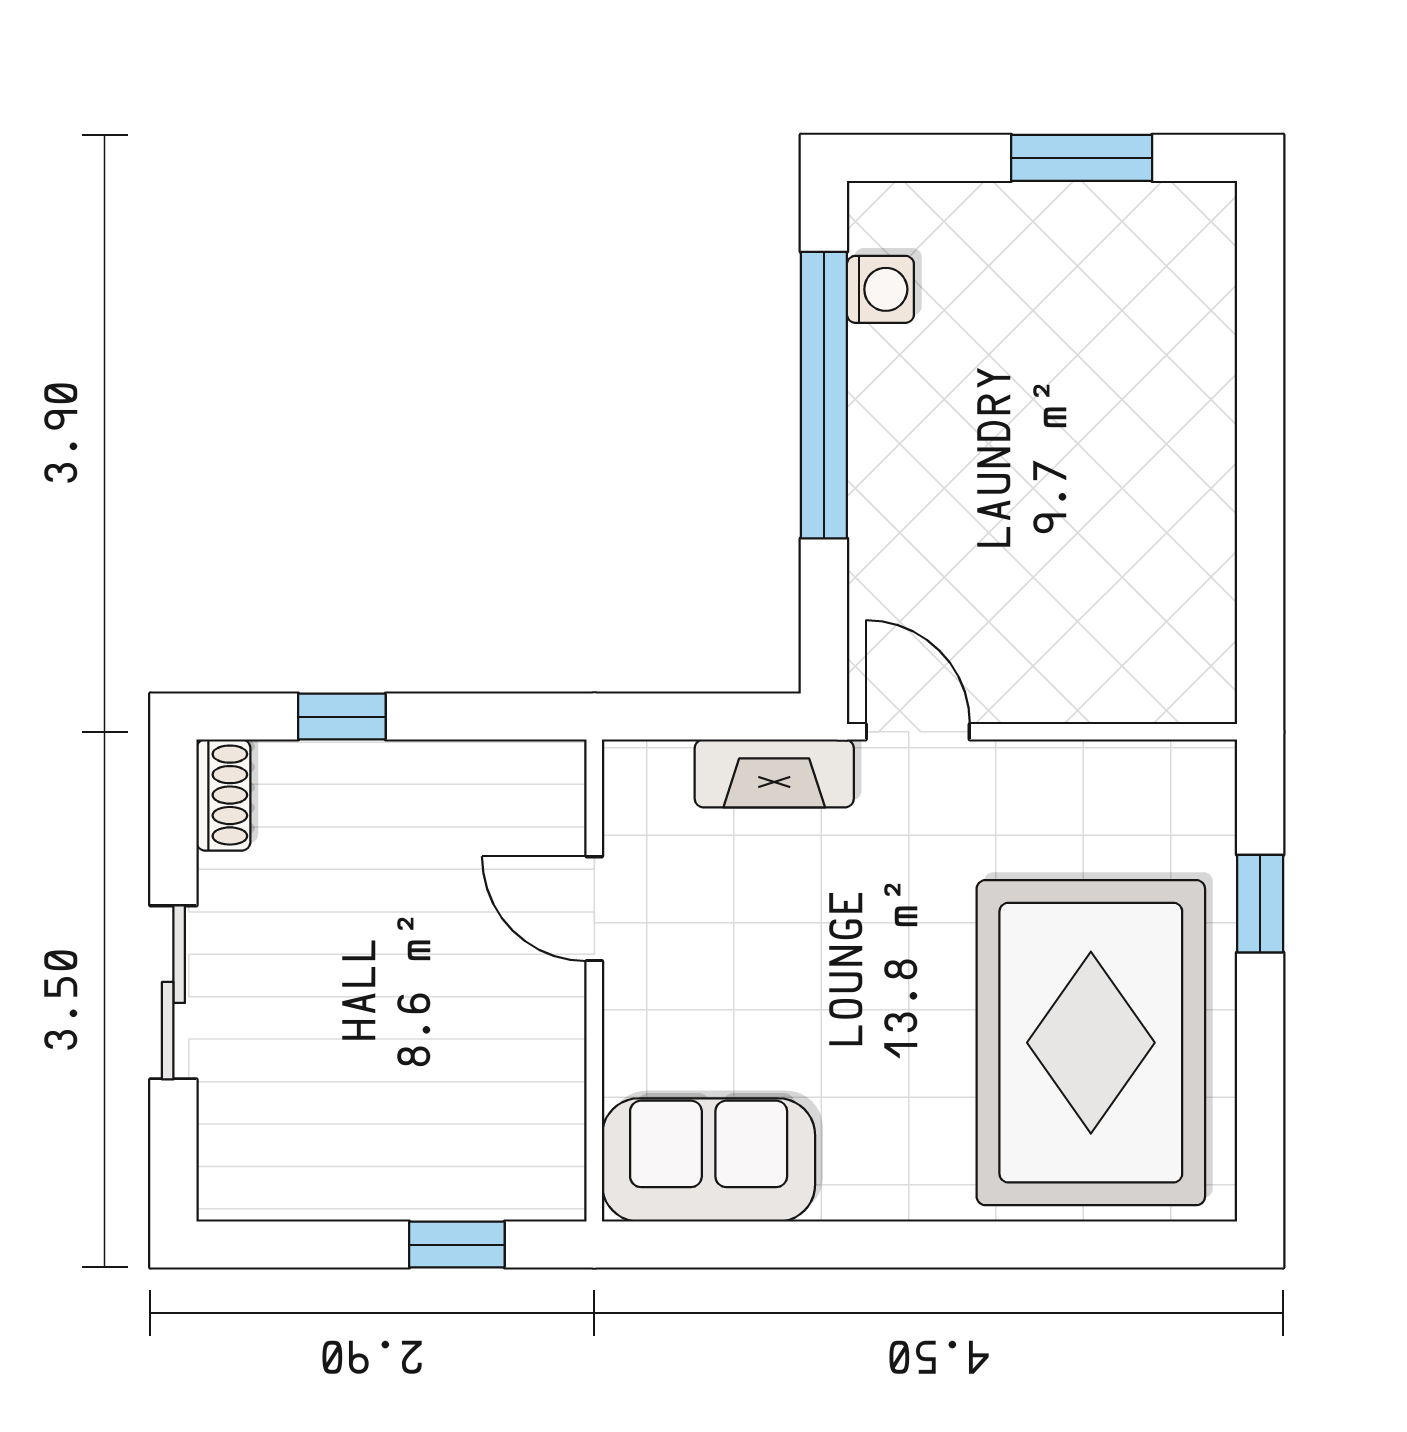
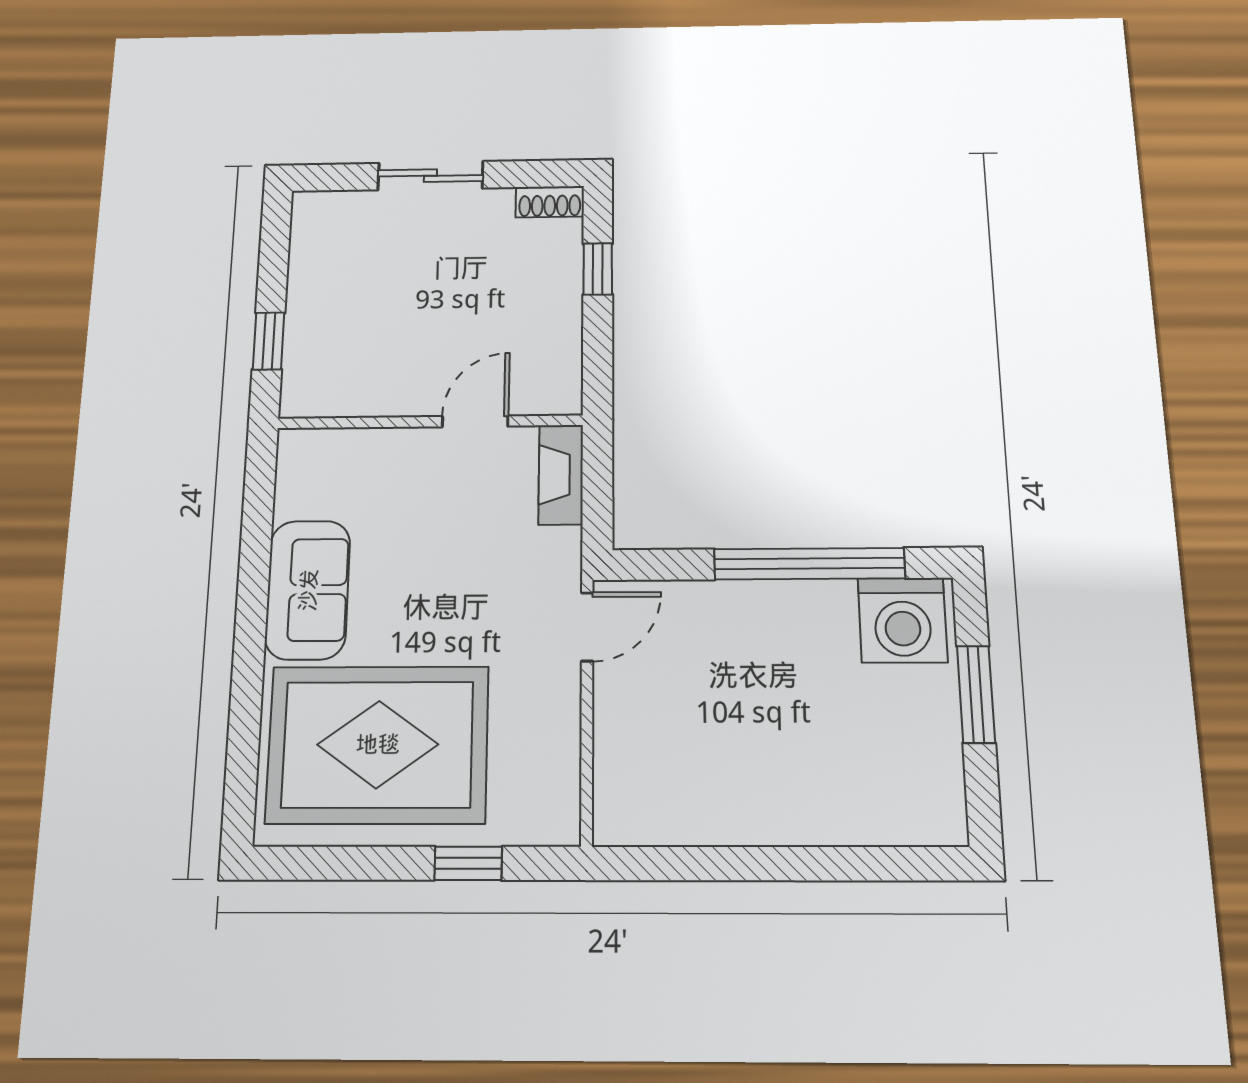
window: (1082, 158) -> (976, 694), moved
washing machine: (880, 289) -> (903, 620), width x1.89, depth x1.89
fireplace: (774, 773) -> (561, 475), moved
sofa: (709, 1160) -> (308, 590), moved

